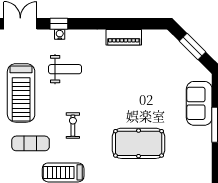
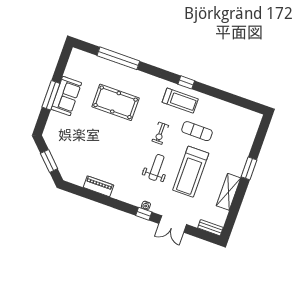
weight bench: (65, 69) -> (156, 167), moved, turned 90
treadmill: (21, 93) -> (191, 172), turned 180
sofa: (199, 103) -> (66, 96), moved

